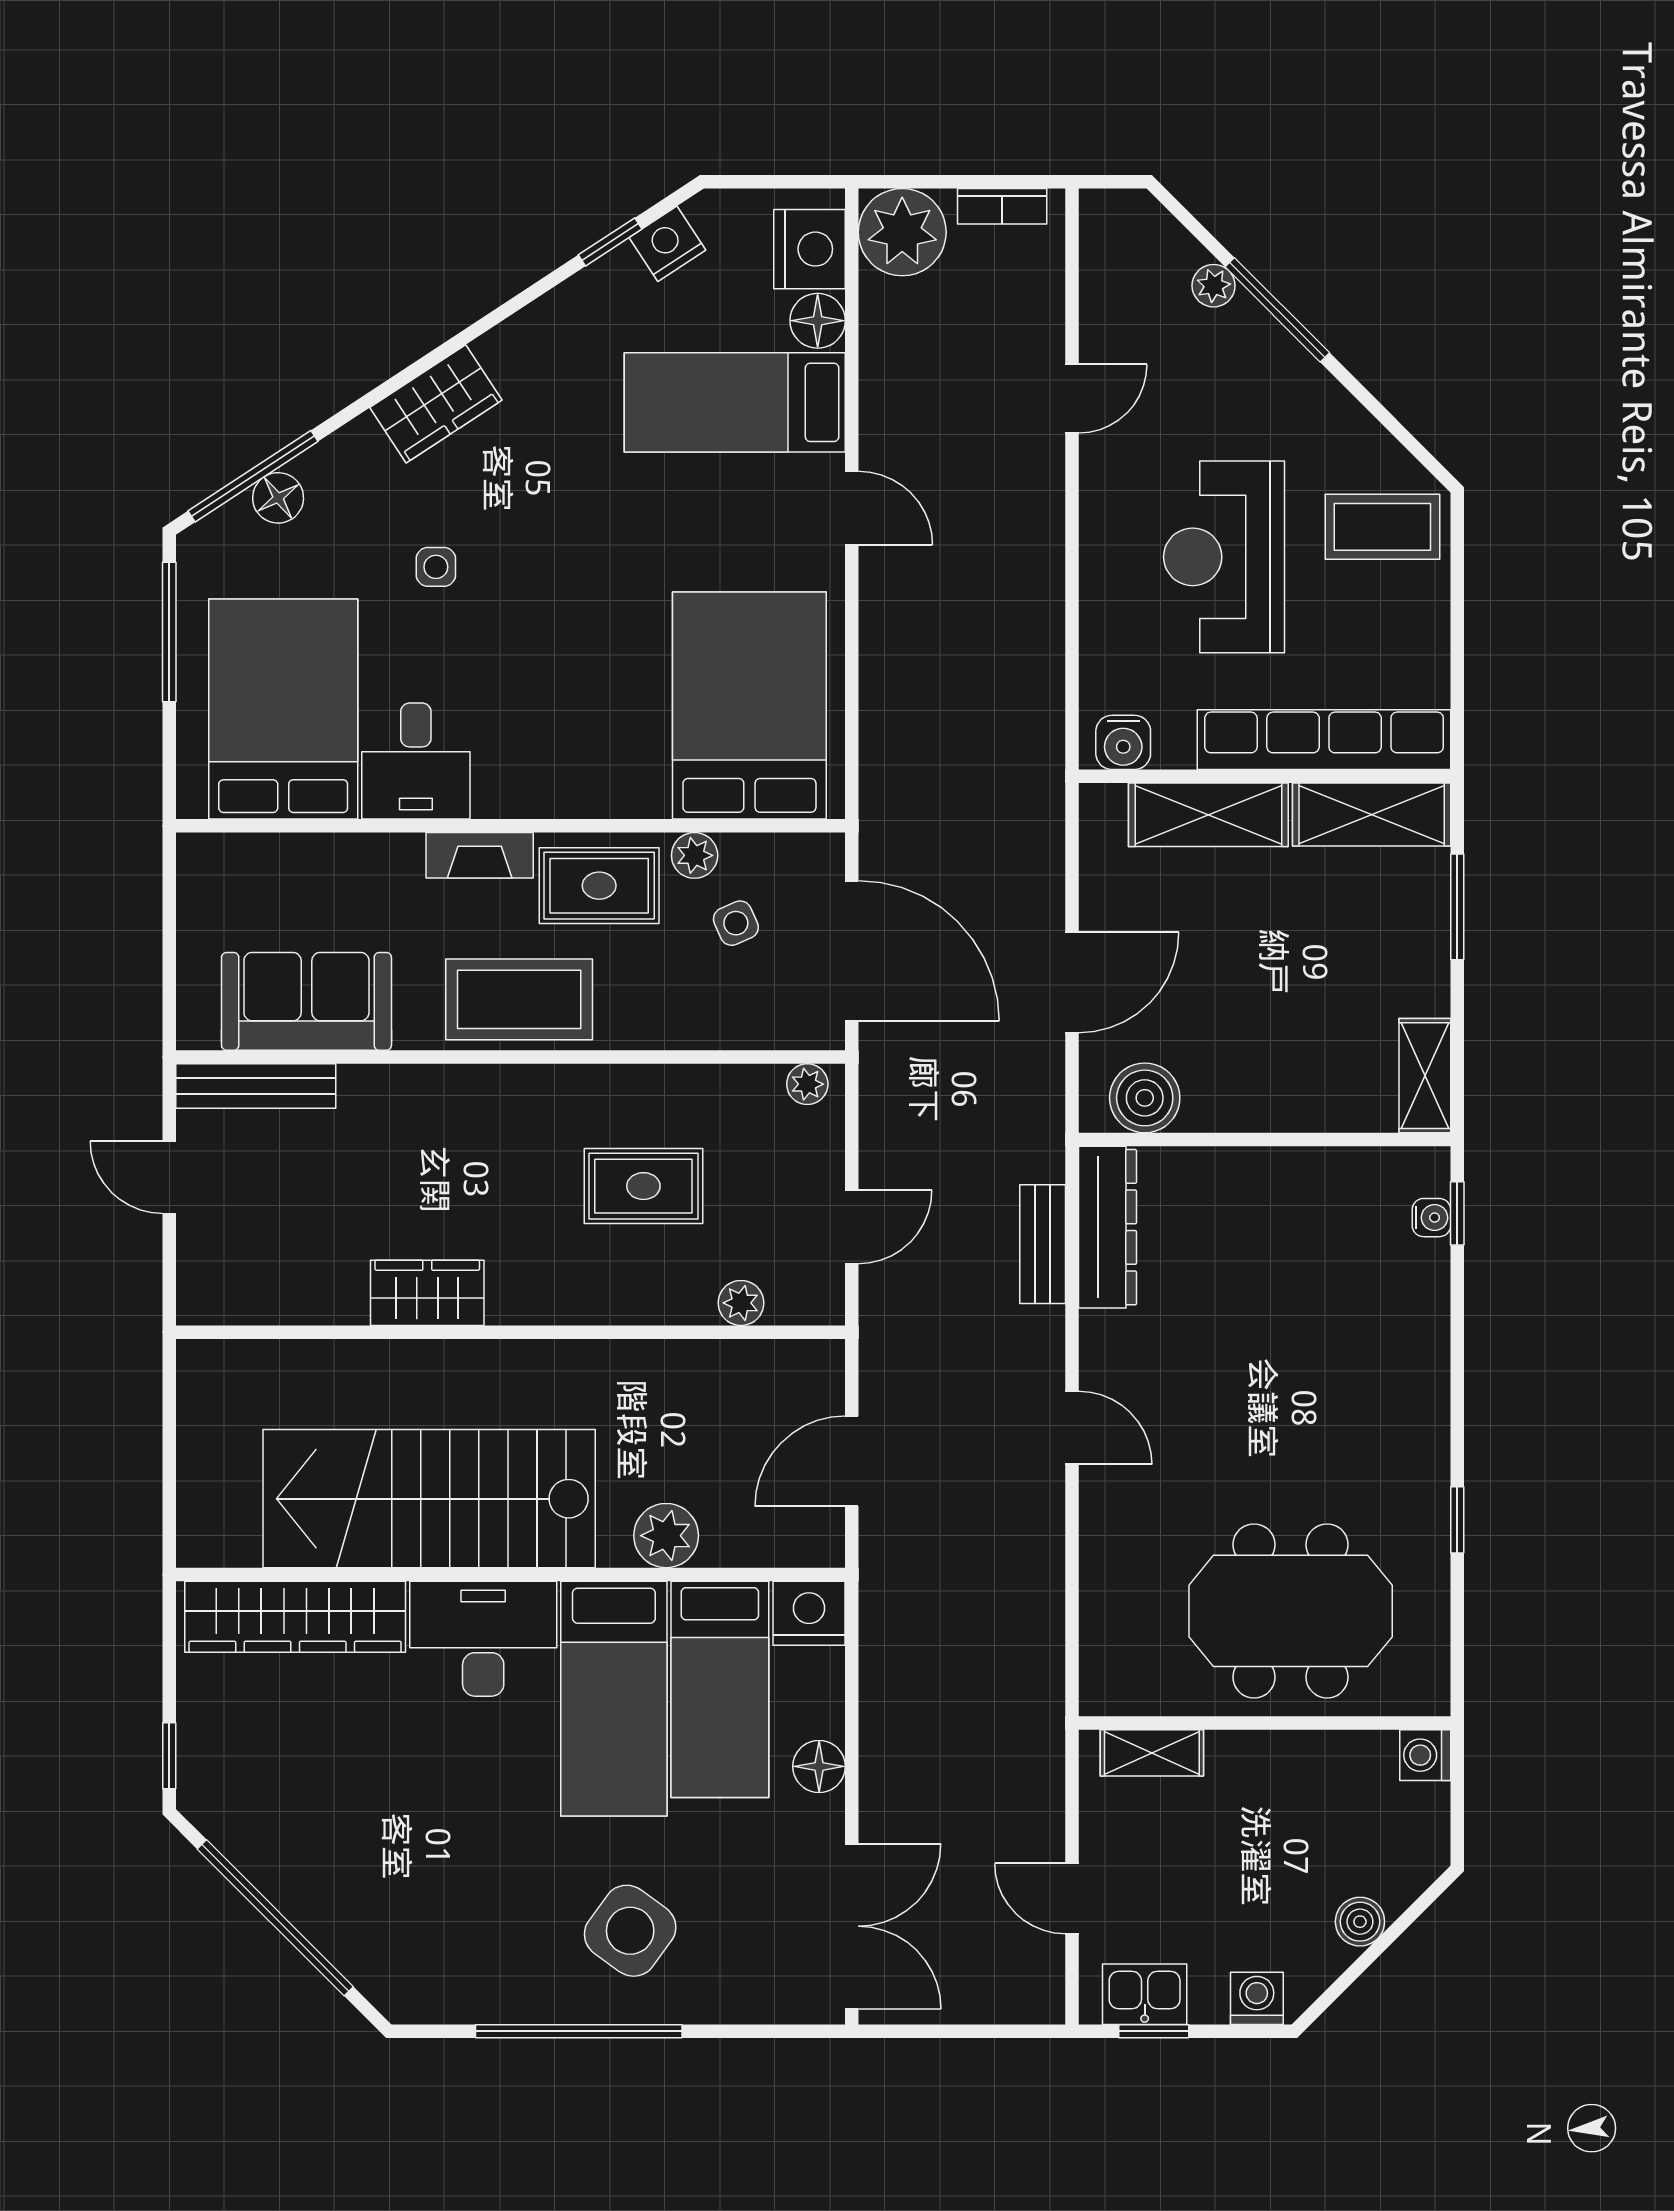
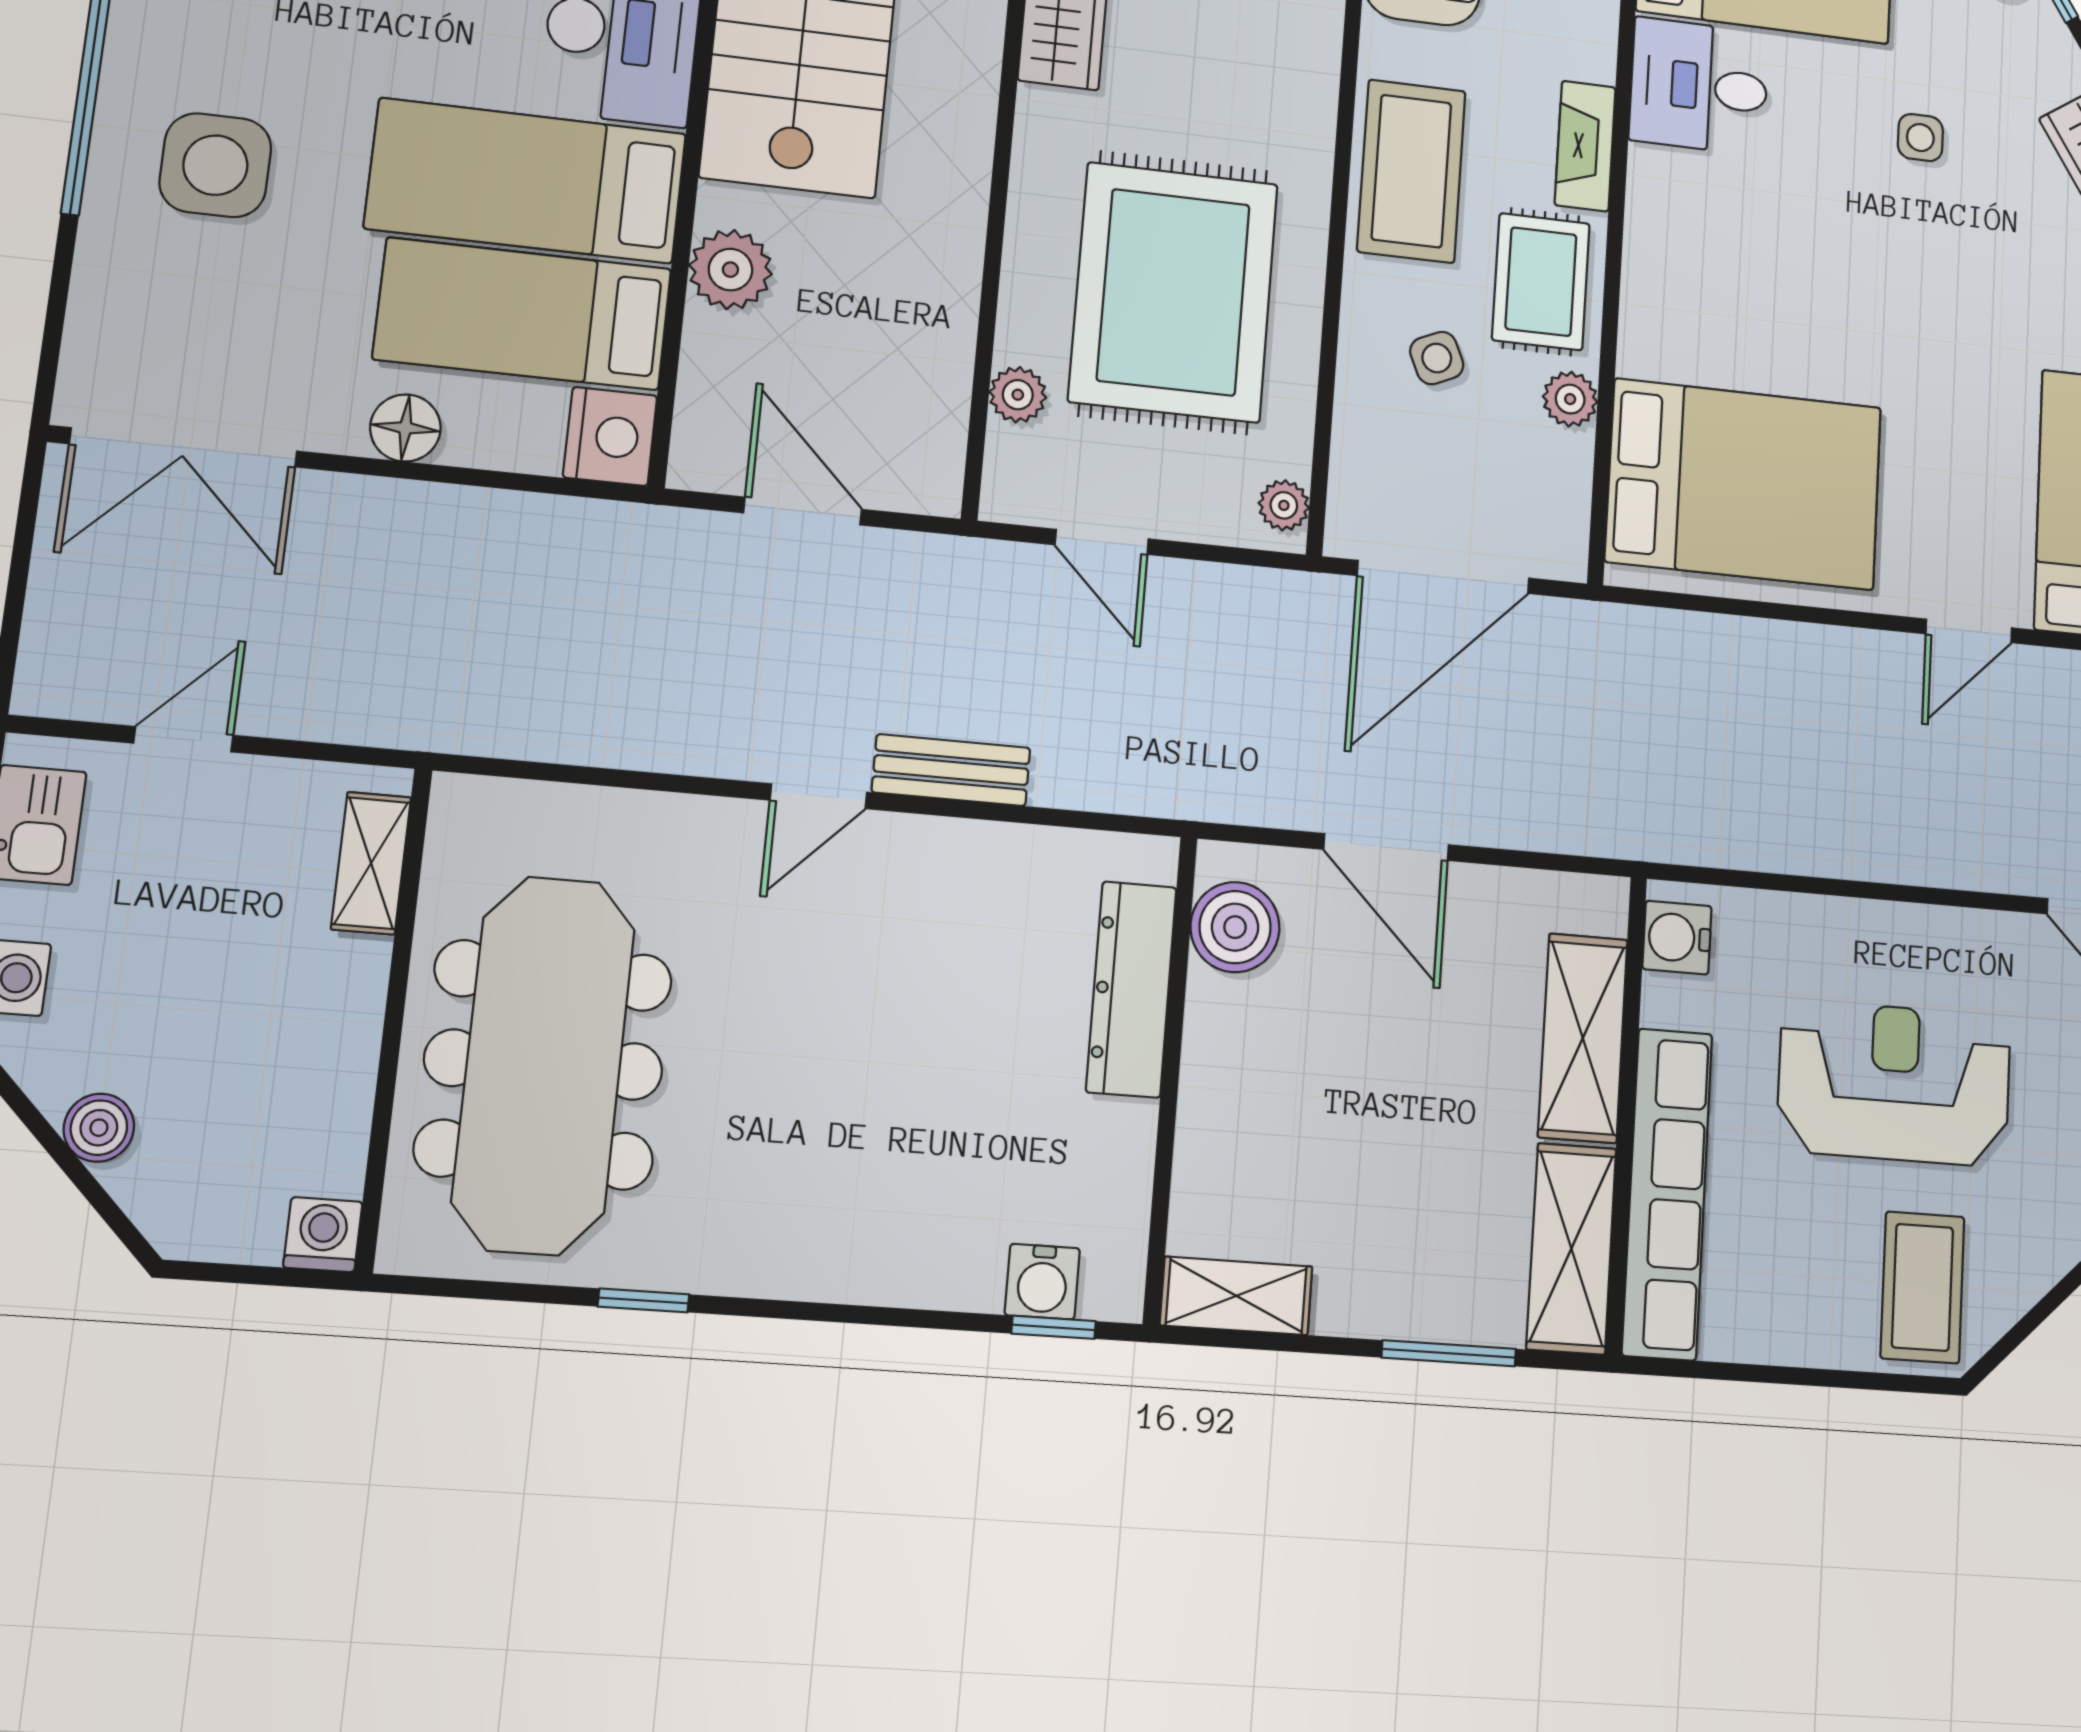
side table: (736, 923) -> (1437, 358), moved
rug: (643, 1186) -> (1173, 292), width x1.86, depth x2.06
water cooler: (1431, 1218) -> (1042, 1282), width x1.38, depth x1.38
dresser: (1107, 1227) -> (1131, 989), moved, turned 90
bench: (1043, 1244) -> (951, 770), moved
meeting table: (1291, 1611) -> (544, 1065), width x1.36
side table: (630, 1931) -> (215, 165), turned -36

